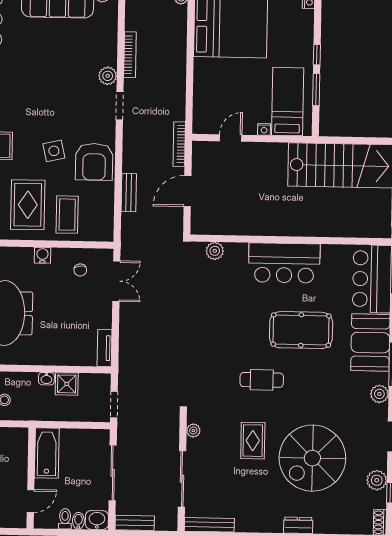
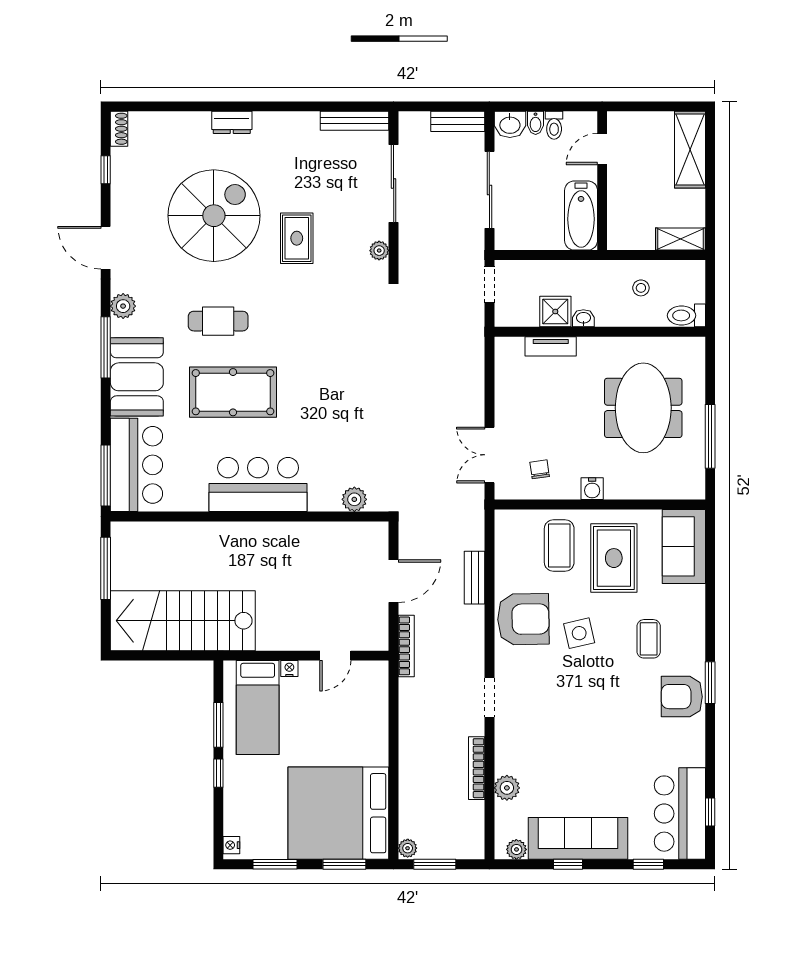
plant: (108, 76) -> (507, 788), moved
armchair: (94, 162) -> (523, 619), turned 89
tv unit: (105, 348) -> (551, 346), moved, turned 90
cafe table: (262, 380) -> (218, 321), moved
plant: (377, 480) -> (124, 187), removed

